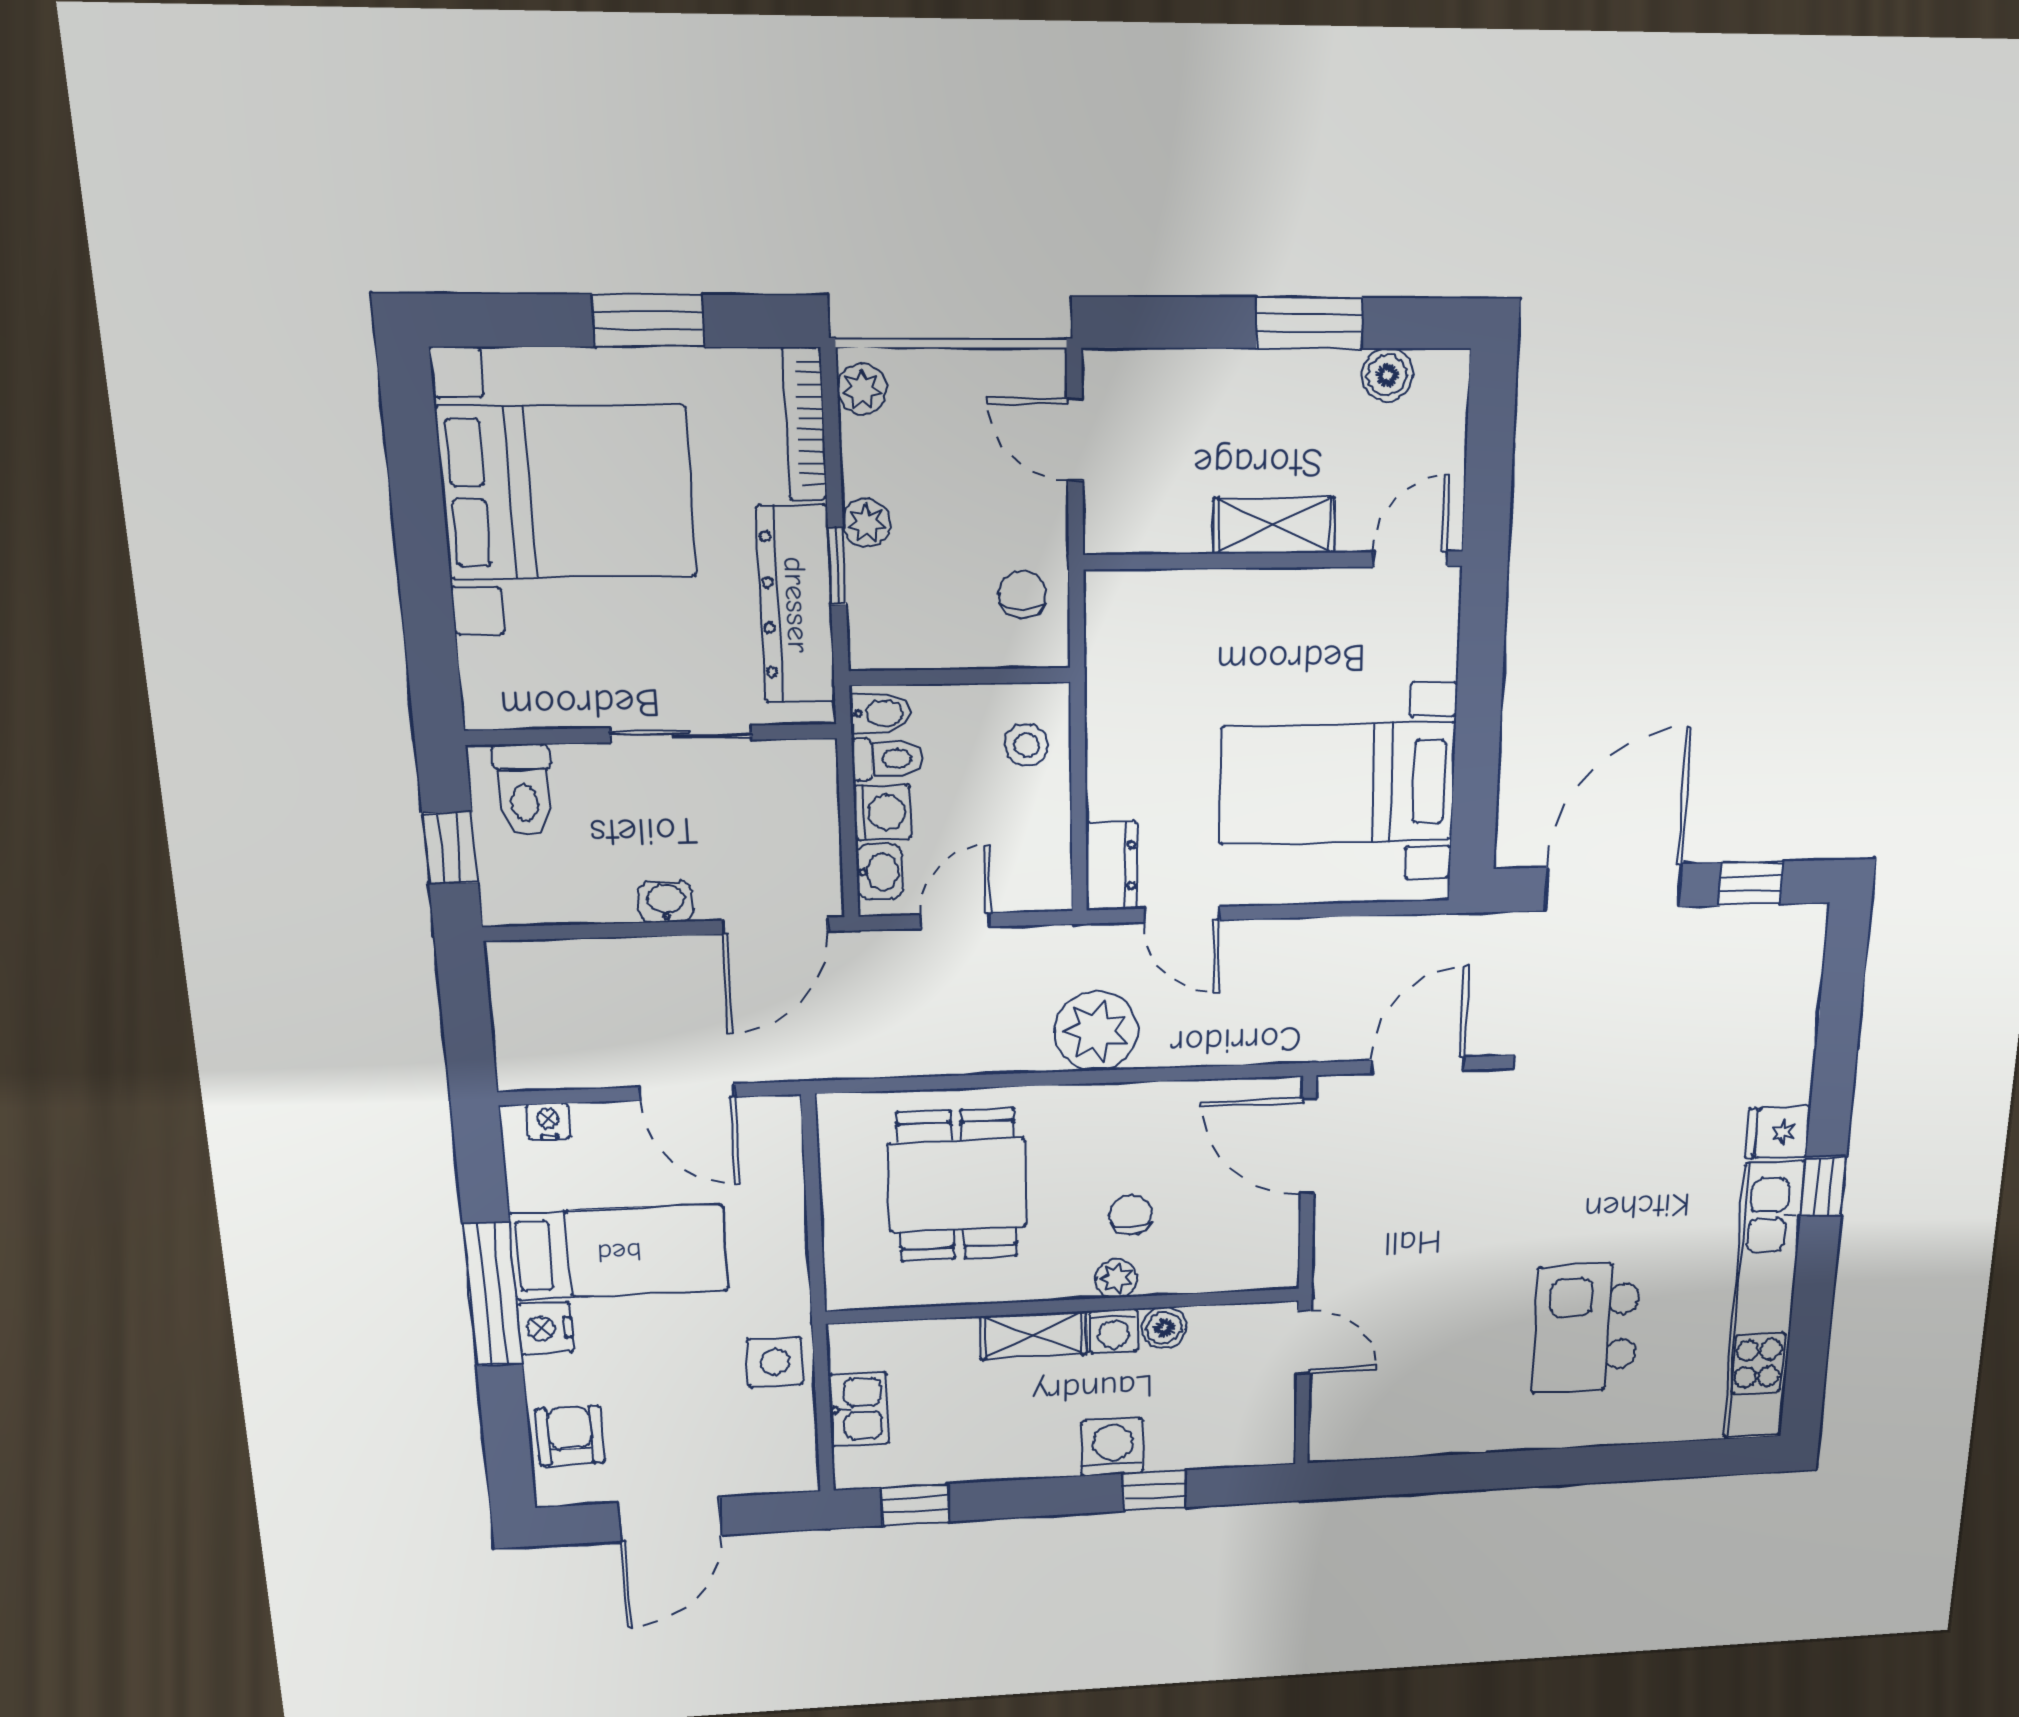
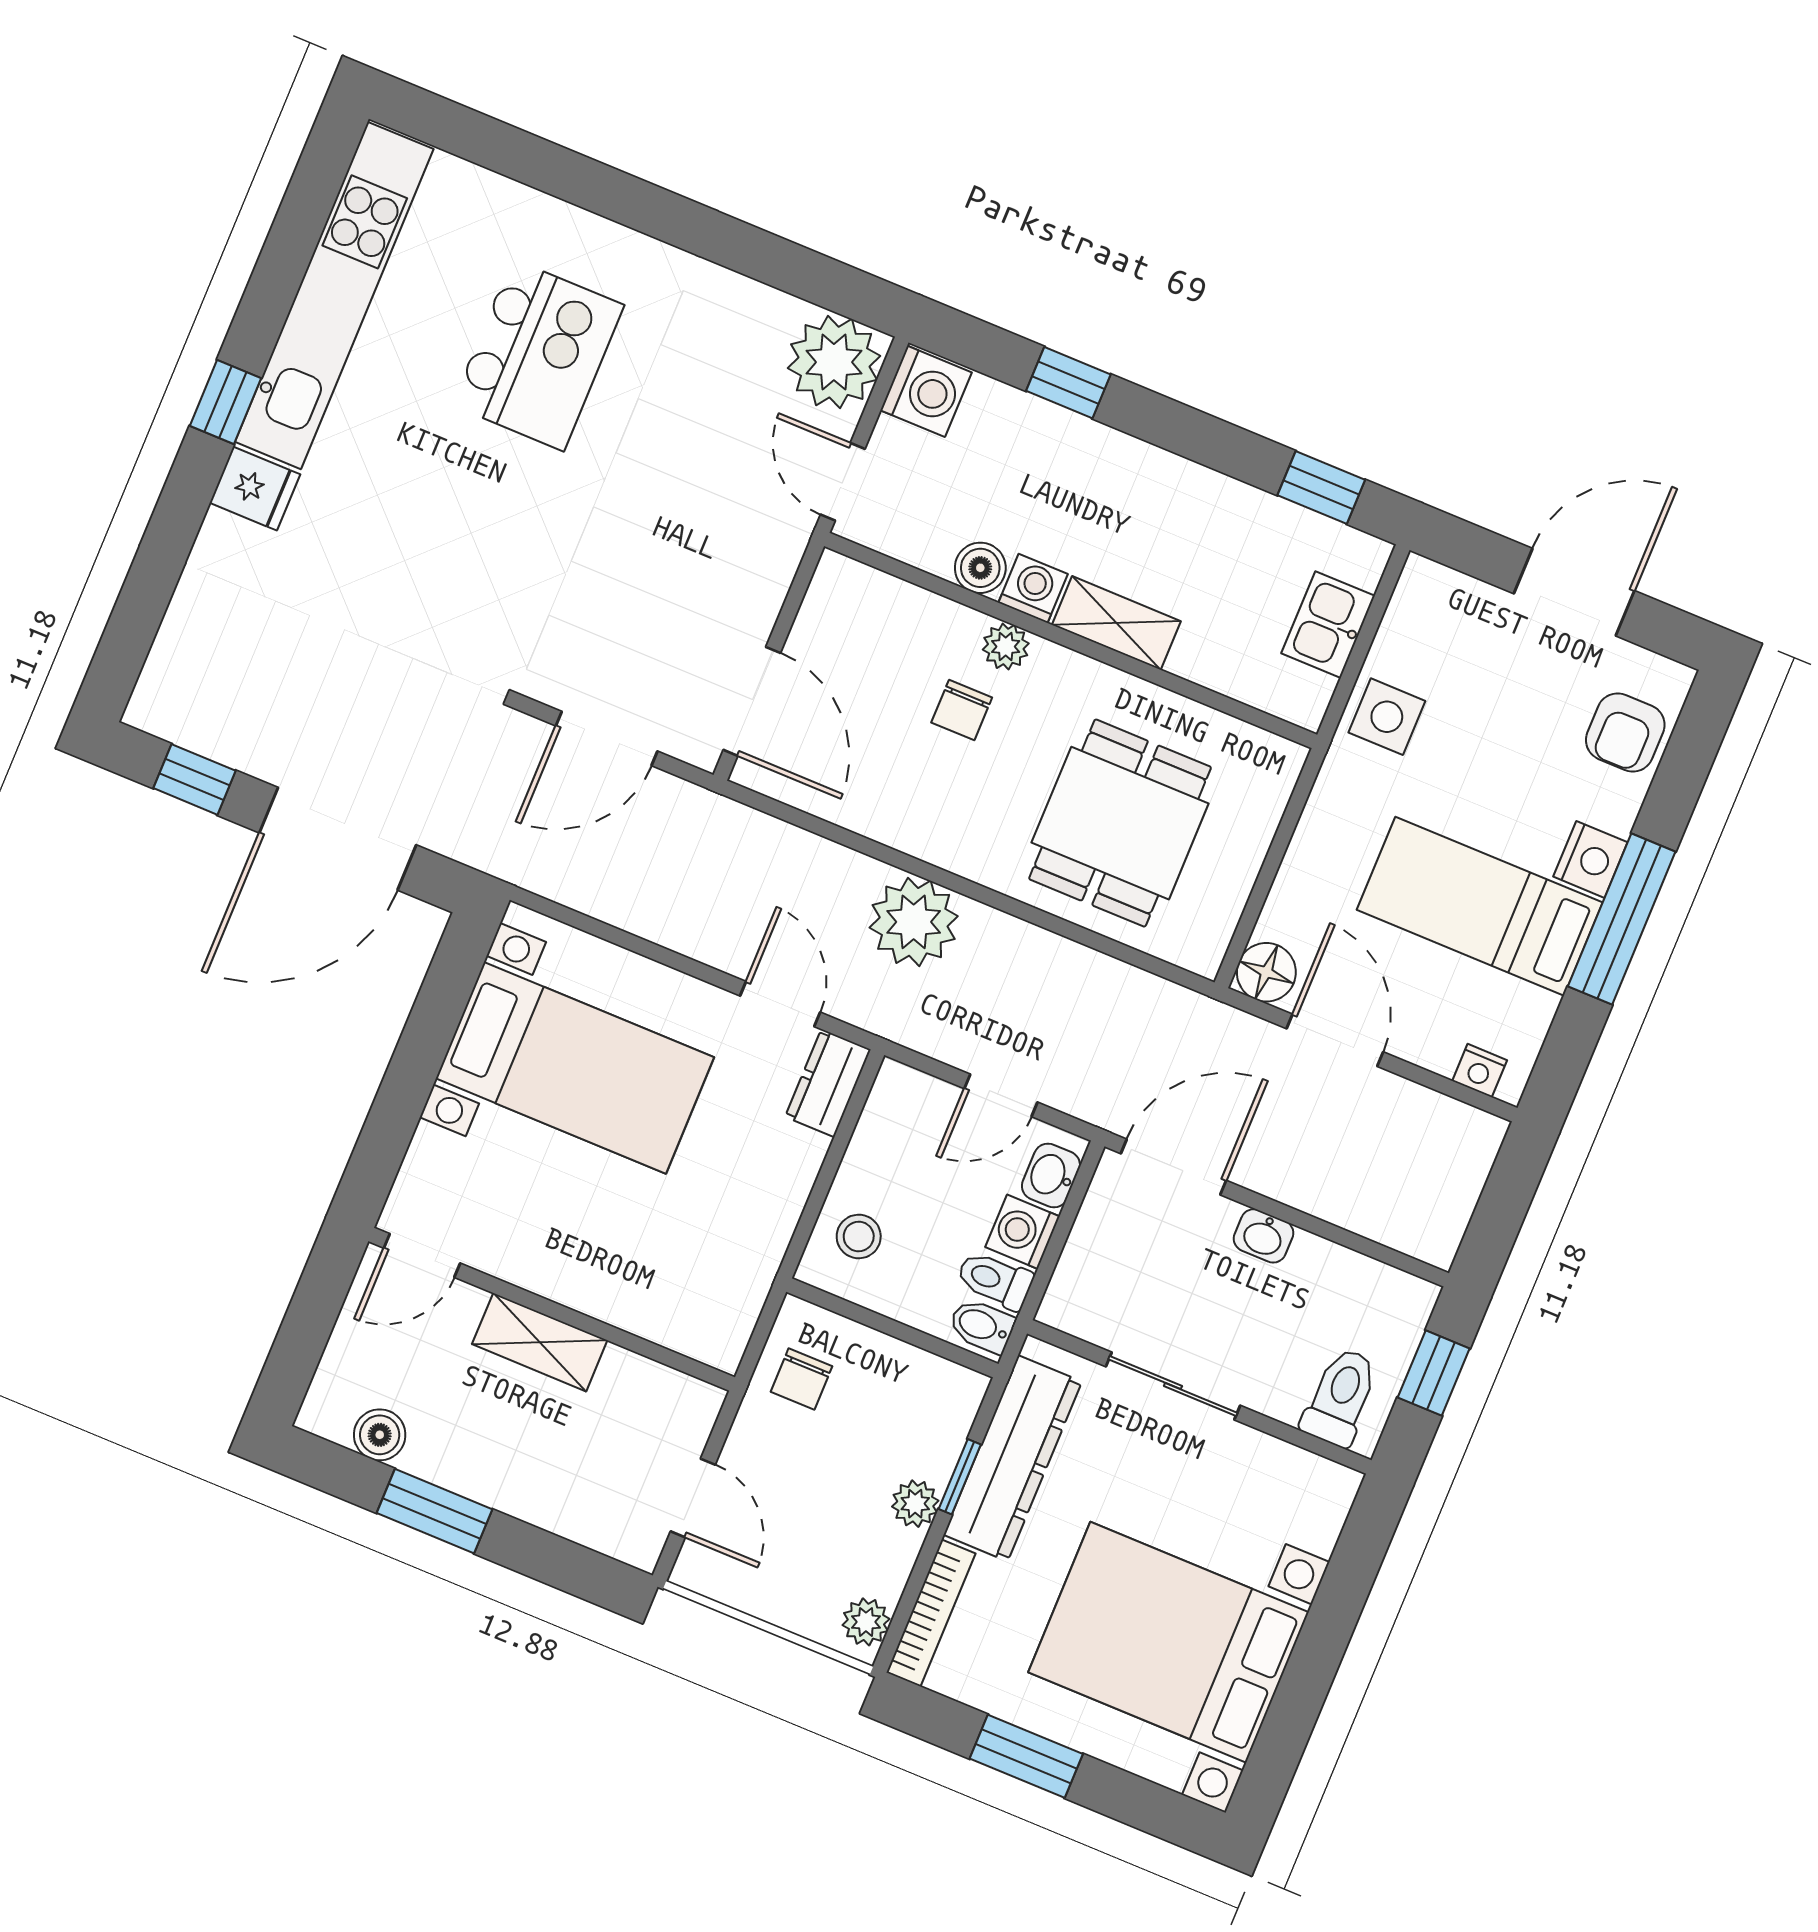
floor lamp: (774, 1121) -> (1266, 972), added
plant: (1348, 1425) -> (834, 362), added
washing machine: (1112, 1447) -> (926, 391), moved, turned -90

